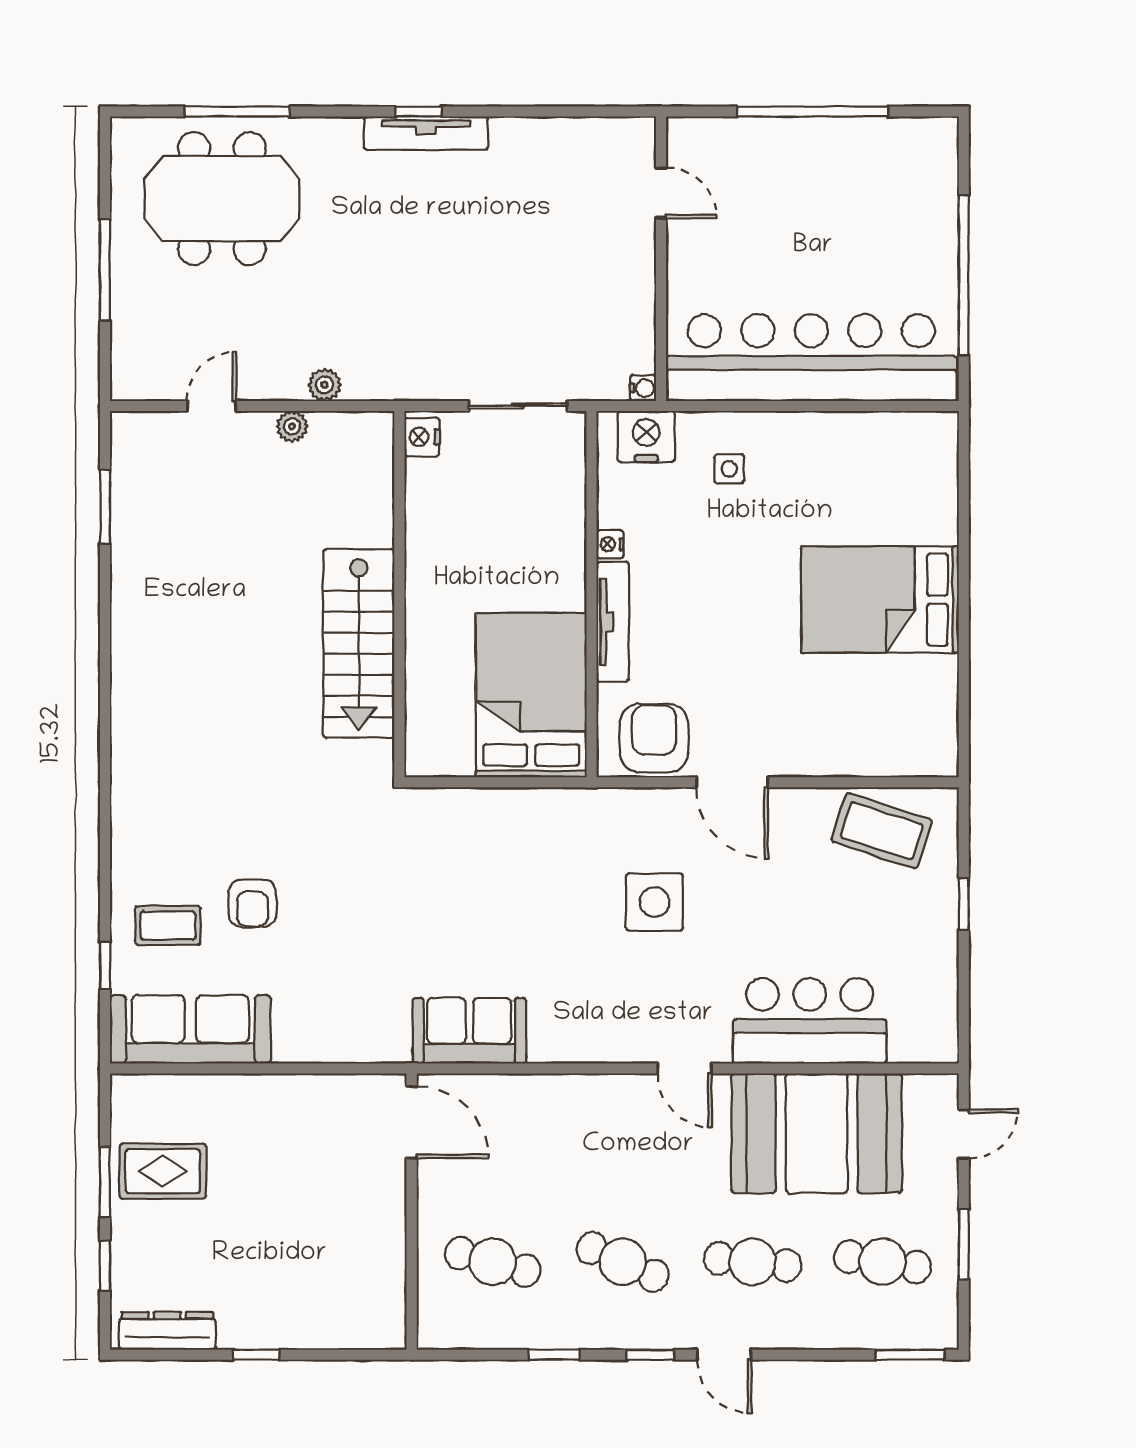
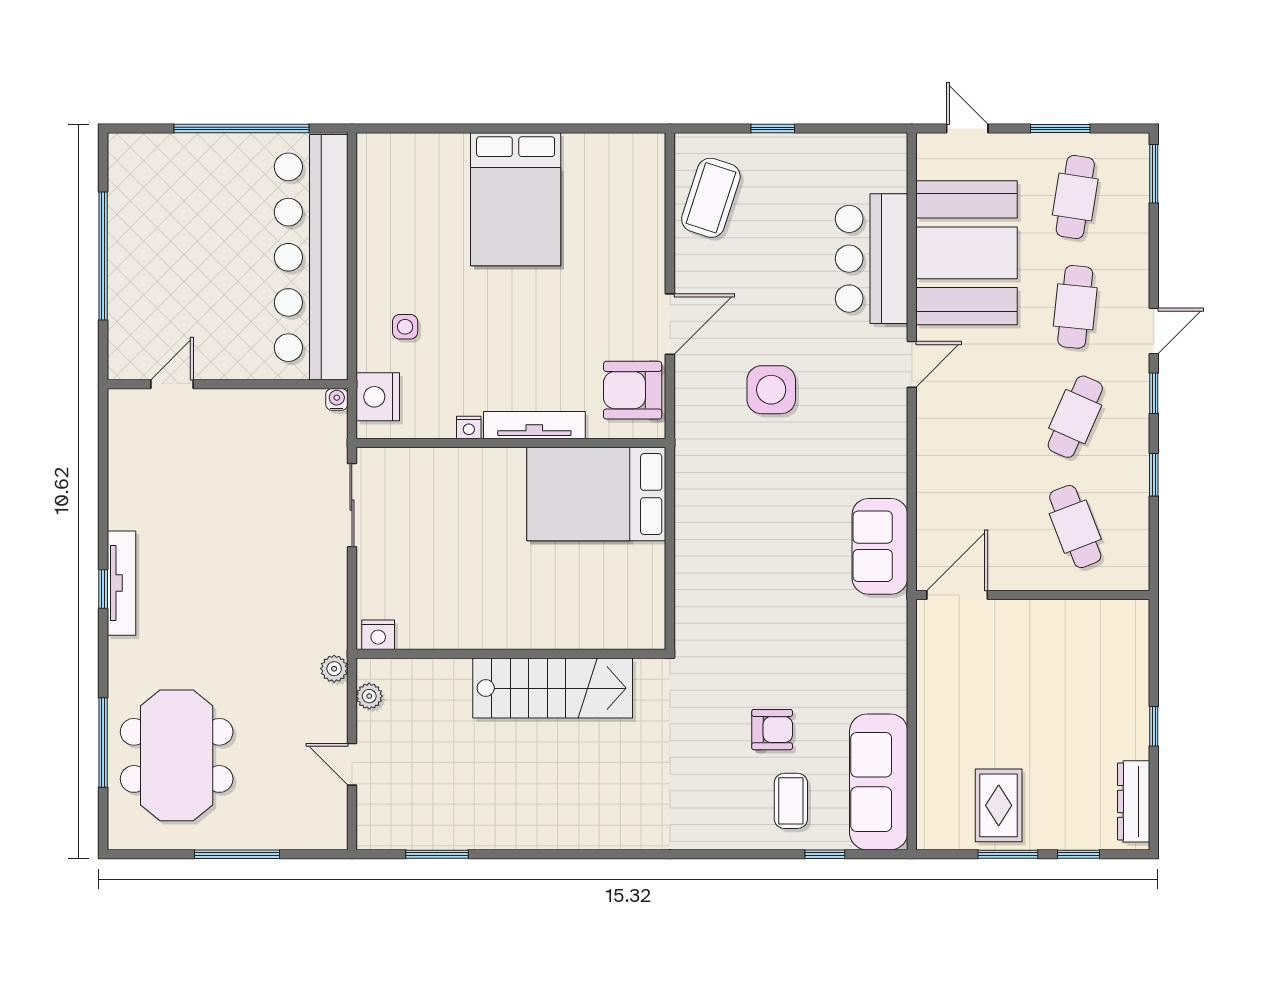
nightstand: (422, 437) -> (378, 635), moved
wall: (399, 594) -> (511, 654), moved
stairs: (359, 643) -> (553, 688), moved
cafe table: (493, 1262) -> (1075, 527), turned -36

